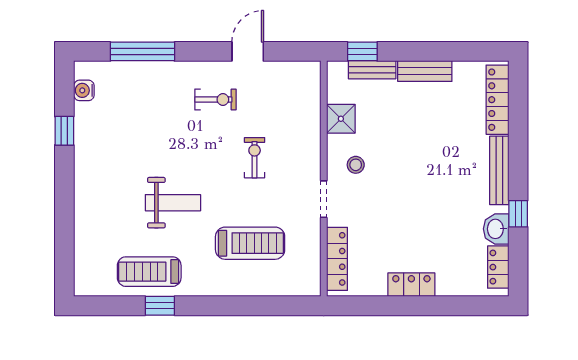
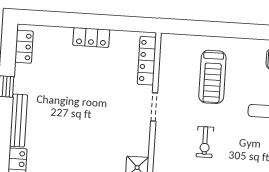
stool: (356, 165) -> (128, 132), removed
washbasin: (496, 229) -> (24, 76), removed
treadmill: (250, 243) -> (212, 77), turned -90

